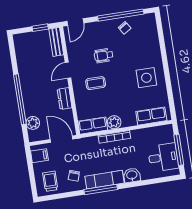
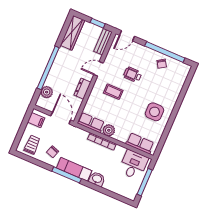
wardrobe: (22, 52) -> (73, 33), added
desk: (163, 157) -> (133, 165), moved, turned -90

